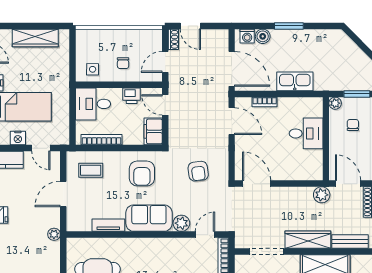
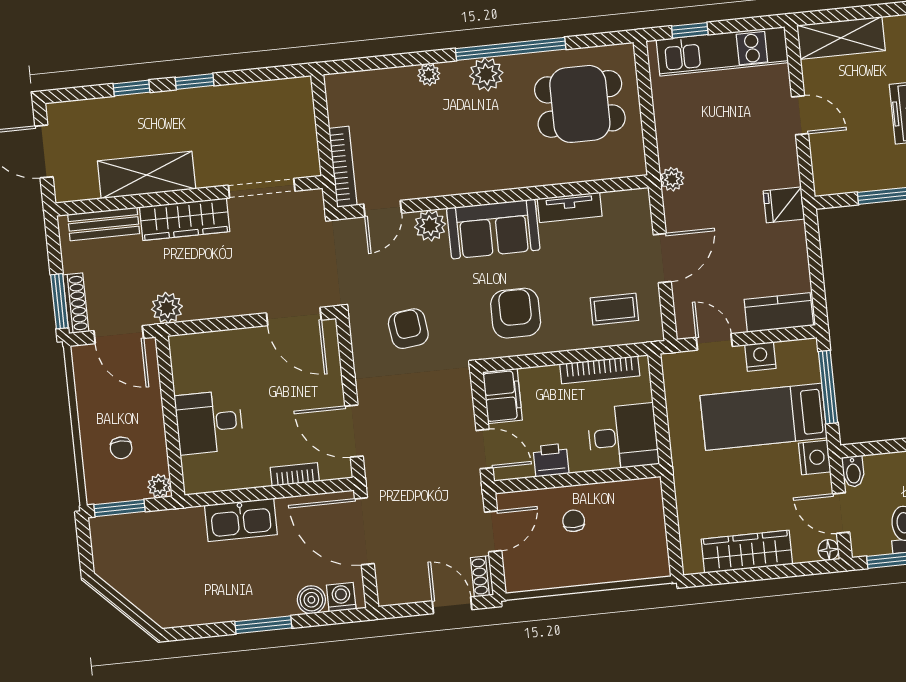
side table: (93, 69) -> (631, 503), removed

